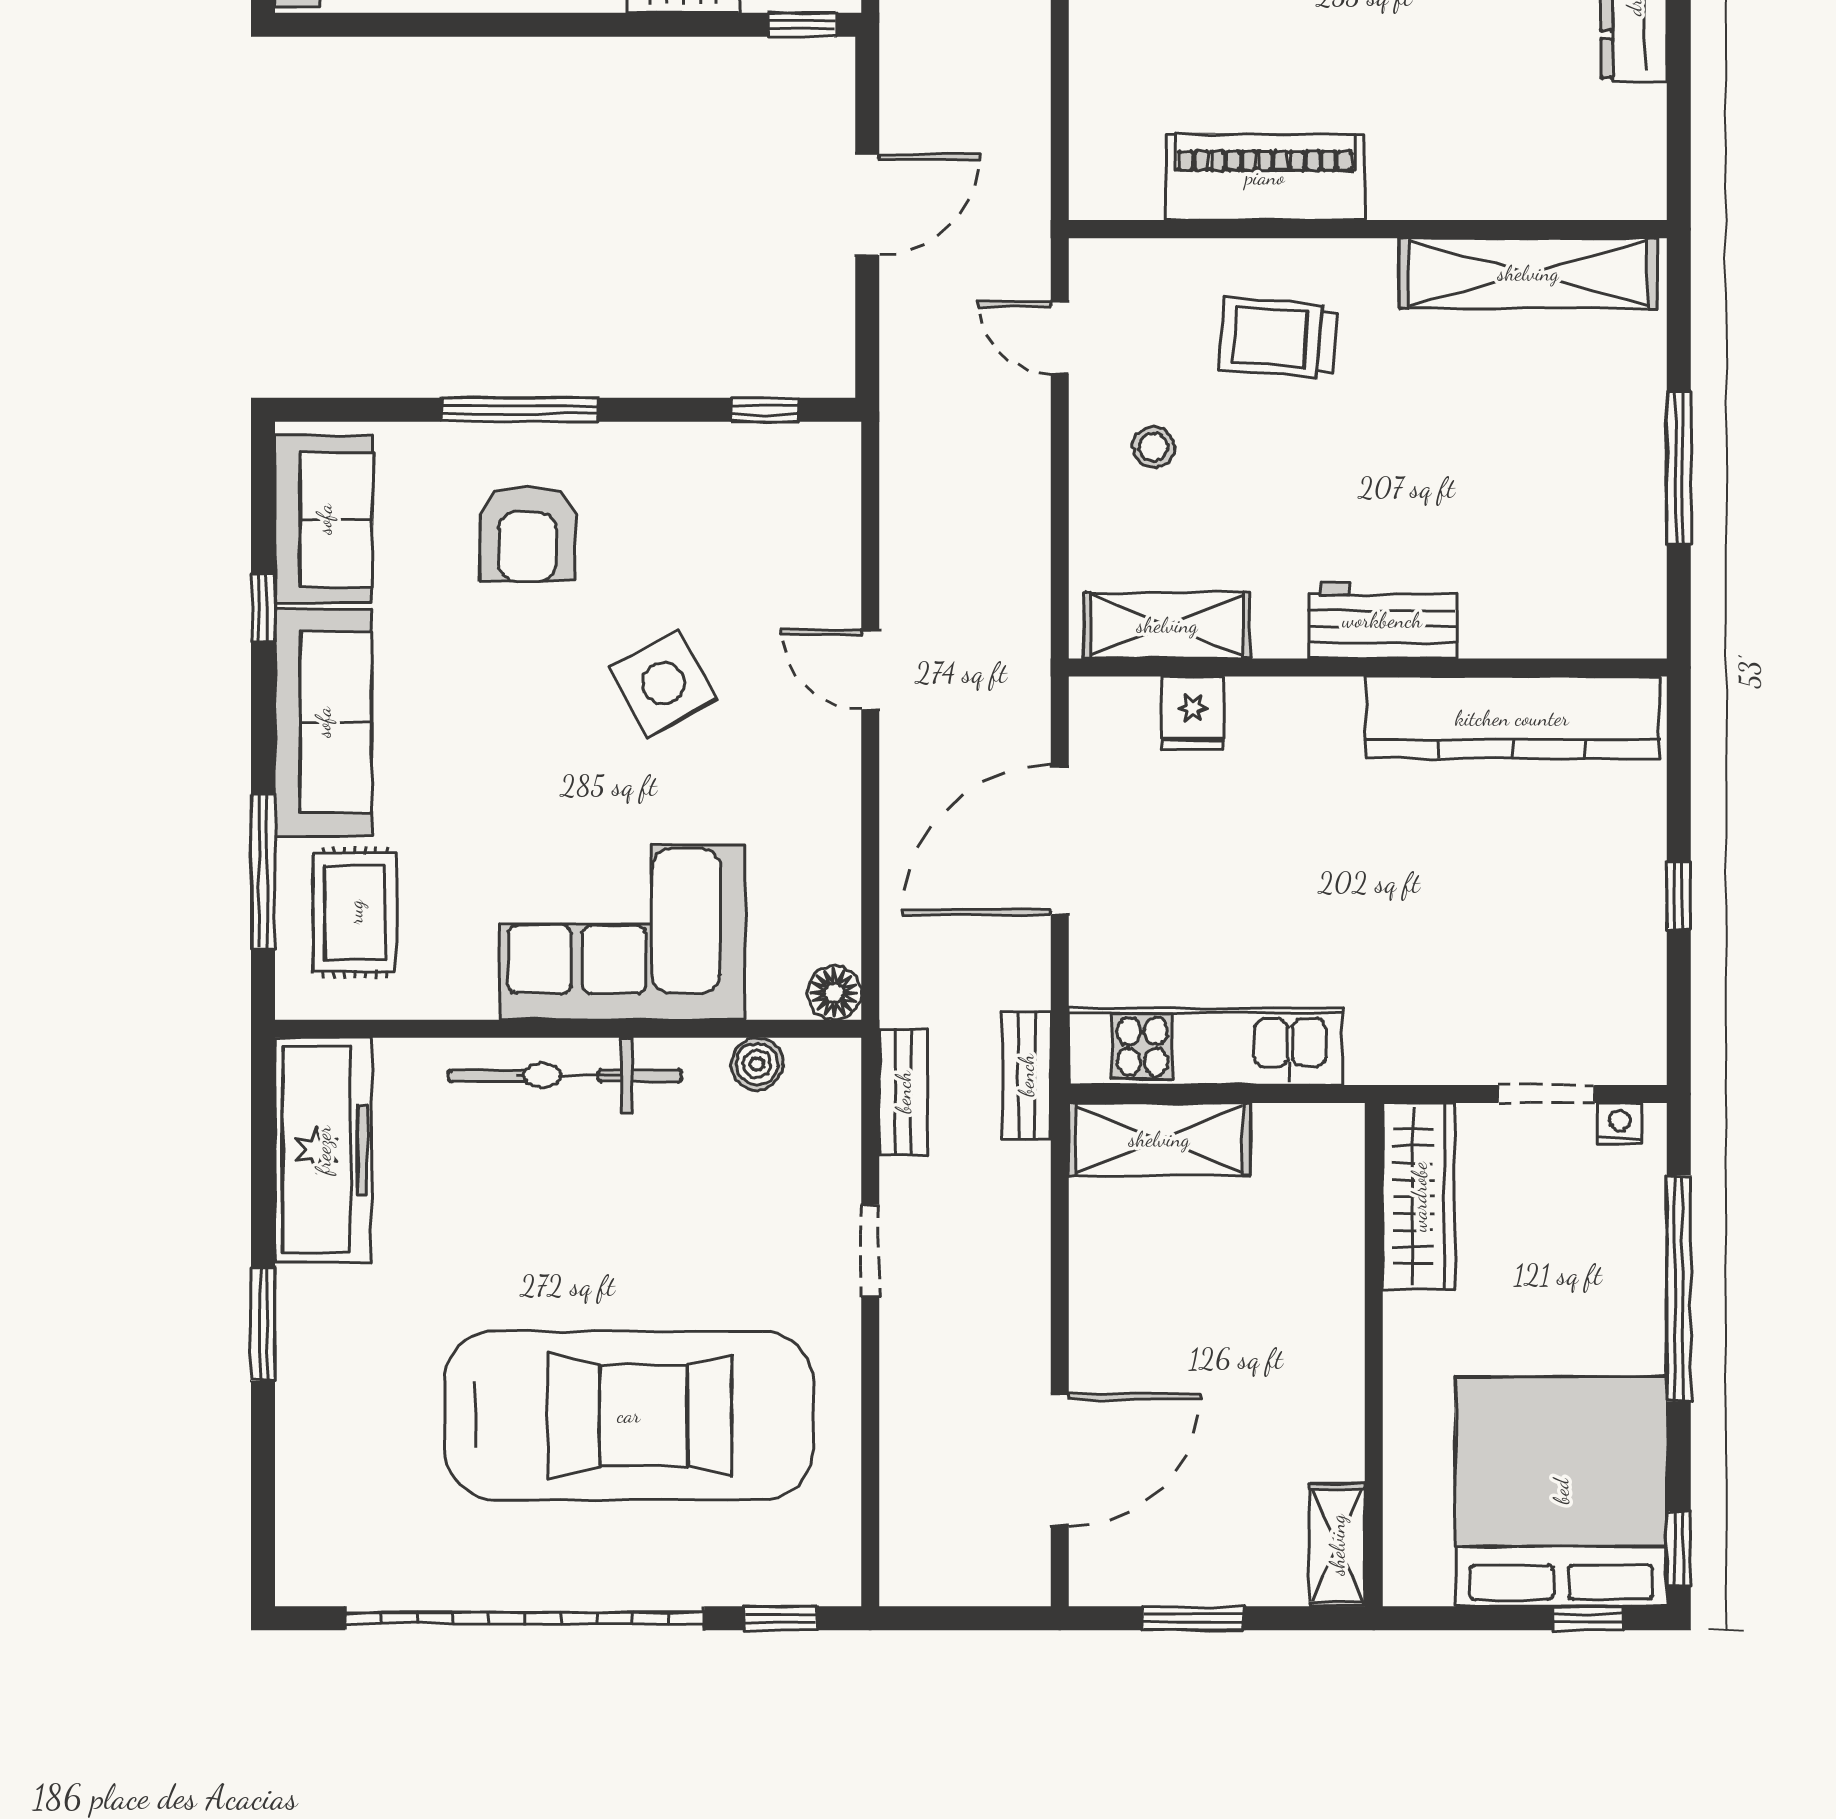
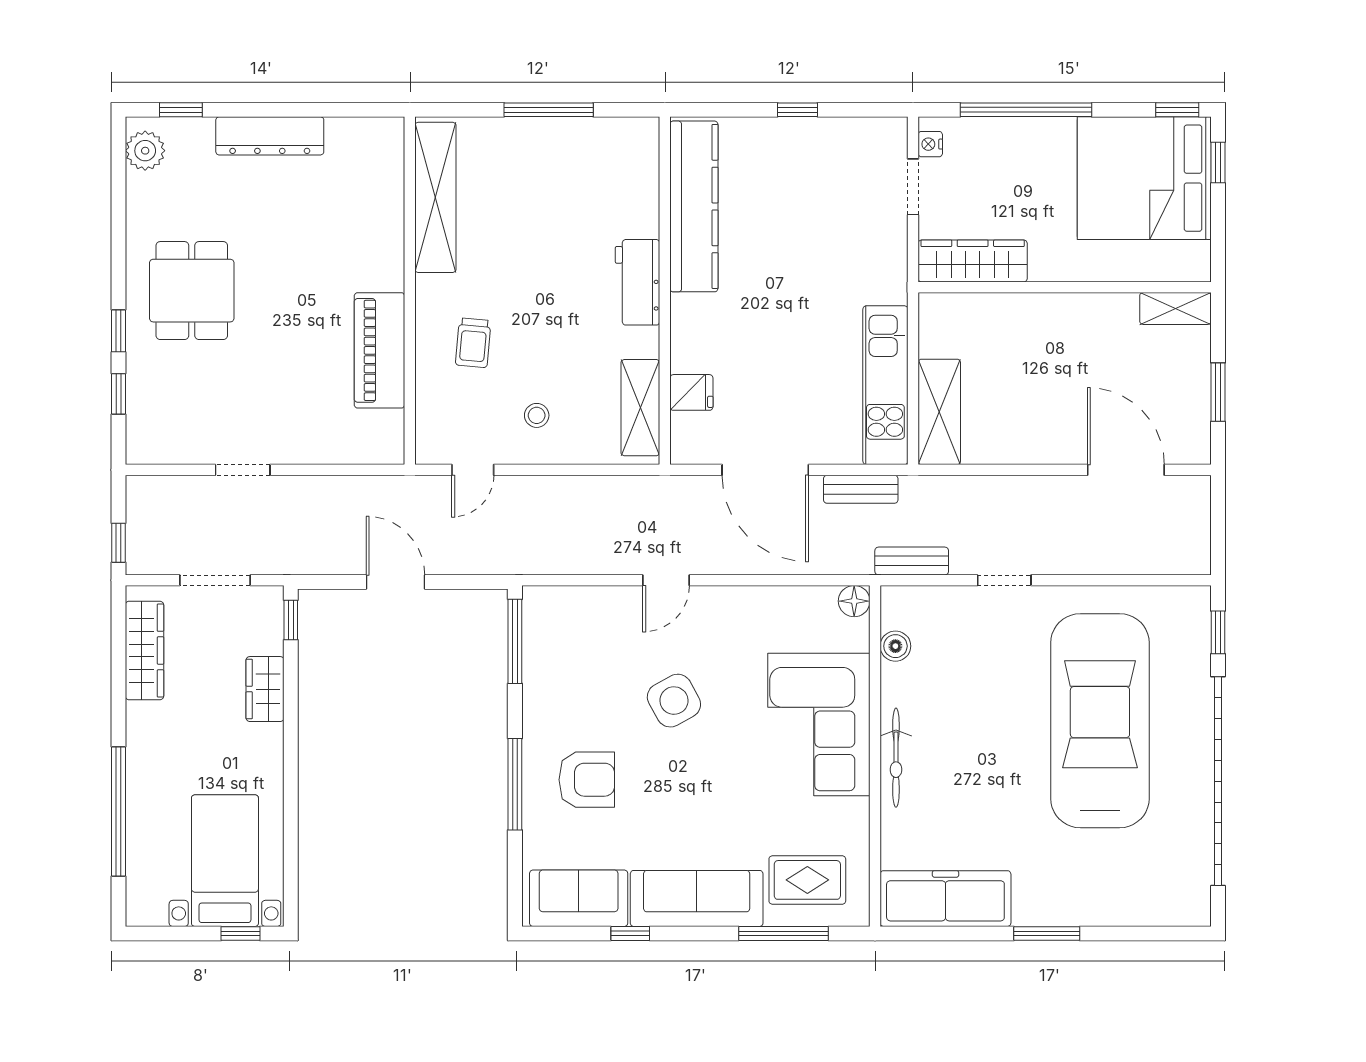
trolley: (1278, 338) -> (473, 343), width x0.73, depth x0.72
window: (765, 410) -> (515, 641), width x2.17
bench: (1026, 1075) -> (861, 489), moved
bicycle: (565, 1076) -> (896, 758), width x0.73, depth x0.71

